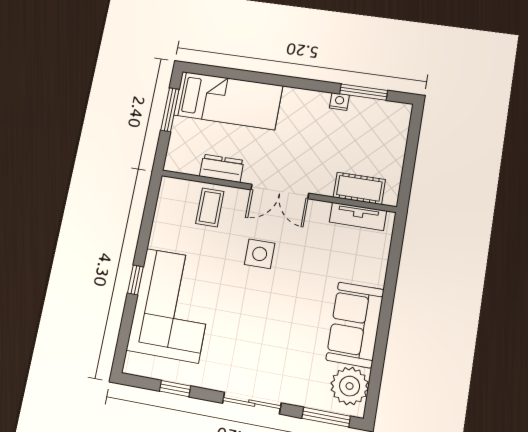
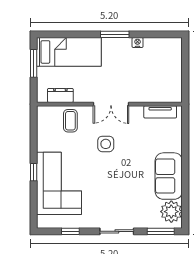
window: (364, 92) -> (115, 34), moved
dresser: (222, 168) -> (60, 95), moved
cot: (359, 188) -> (158, 95), removed

